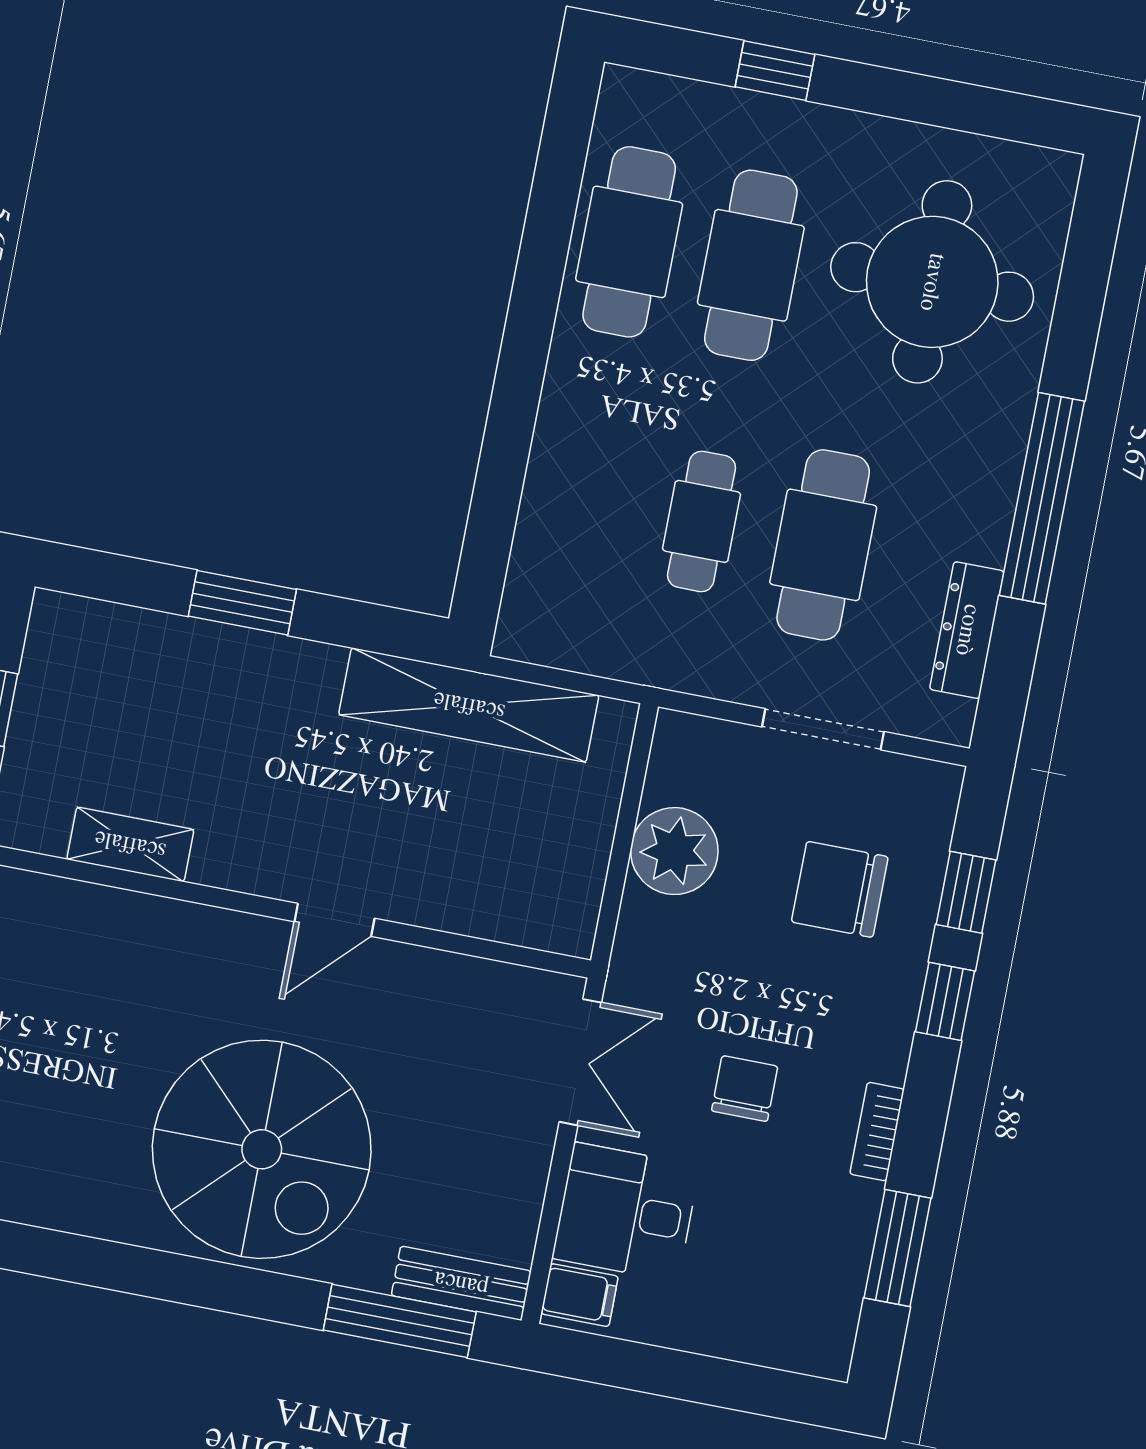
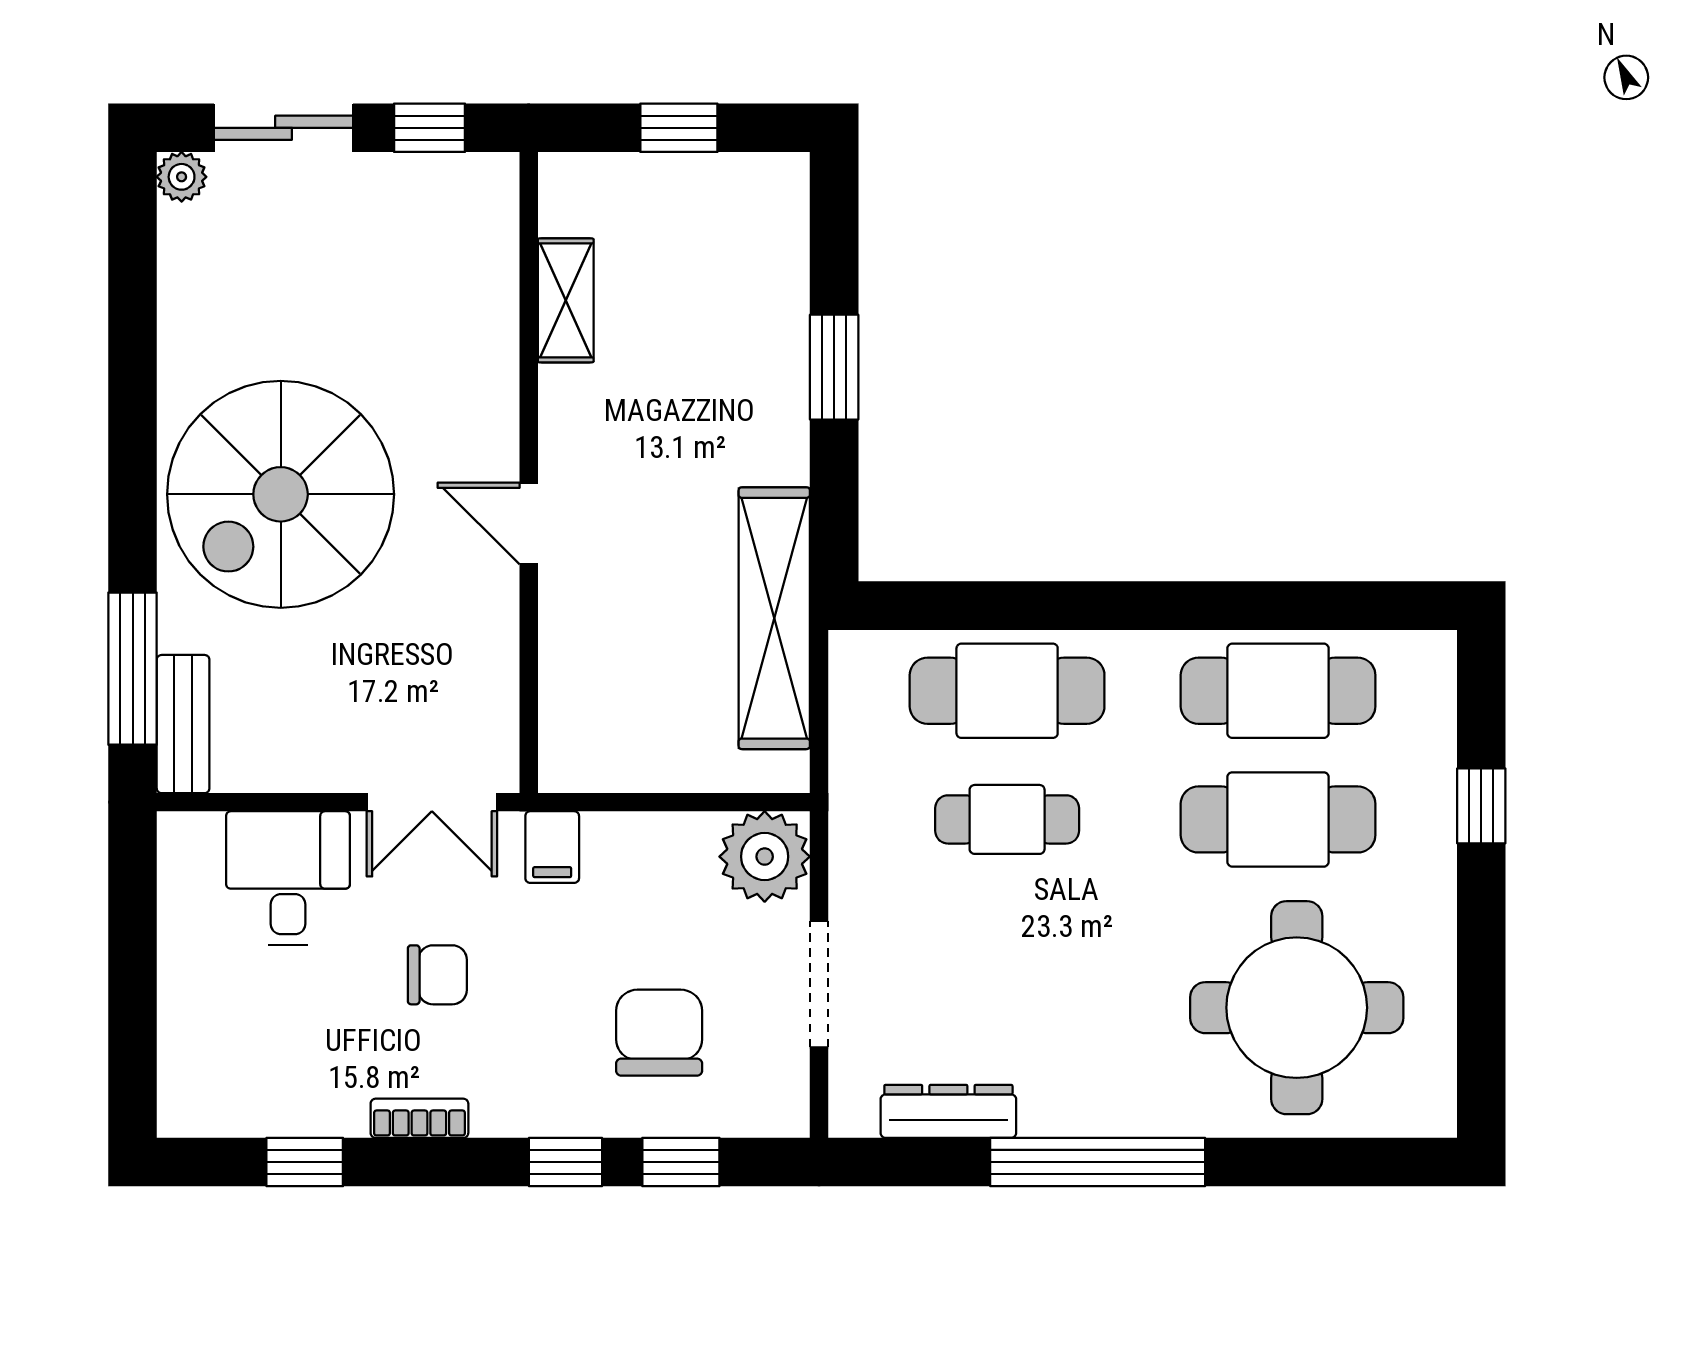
cafe table: (823, 545) -> (1007, 691), moved
plant: (674, 851) -> (765, 857), moved
window: (898, 1248) -> (305, 1162), width x0.67
filing cabinet: (580, 1295) -> (552, 847), moved

